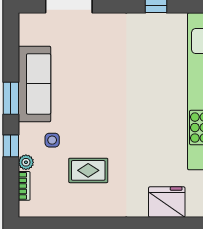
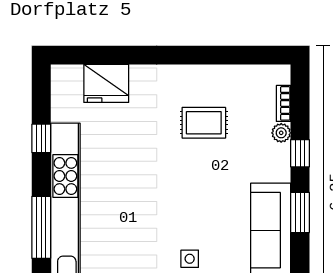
side table: (52, 140) -> (190, 259), moved

